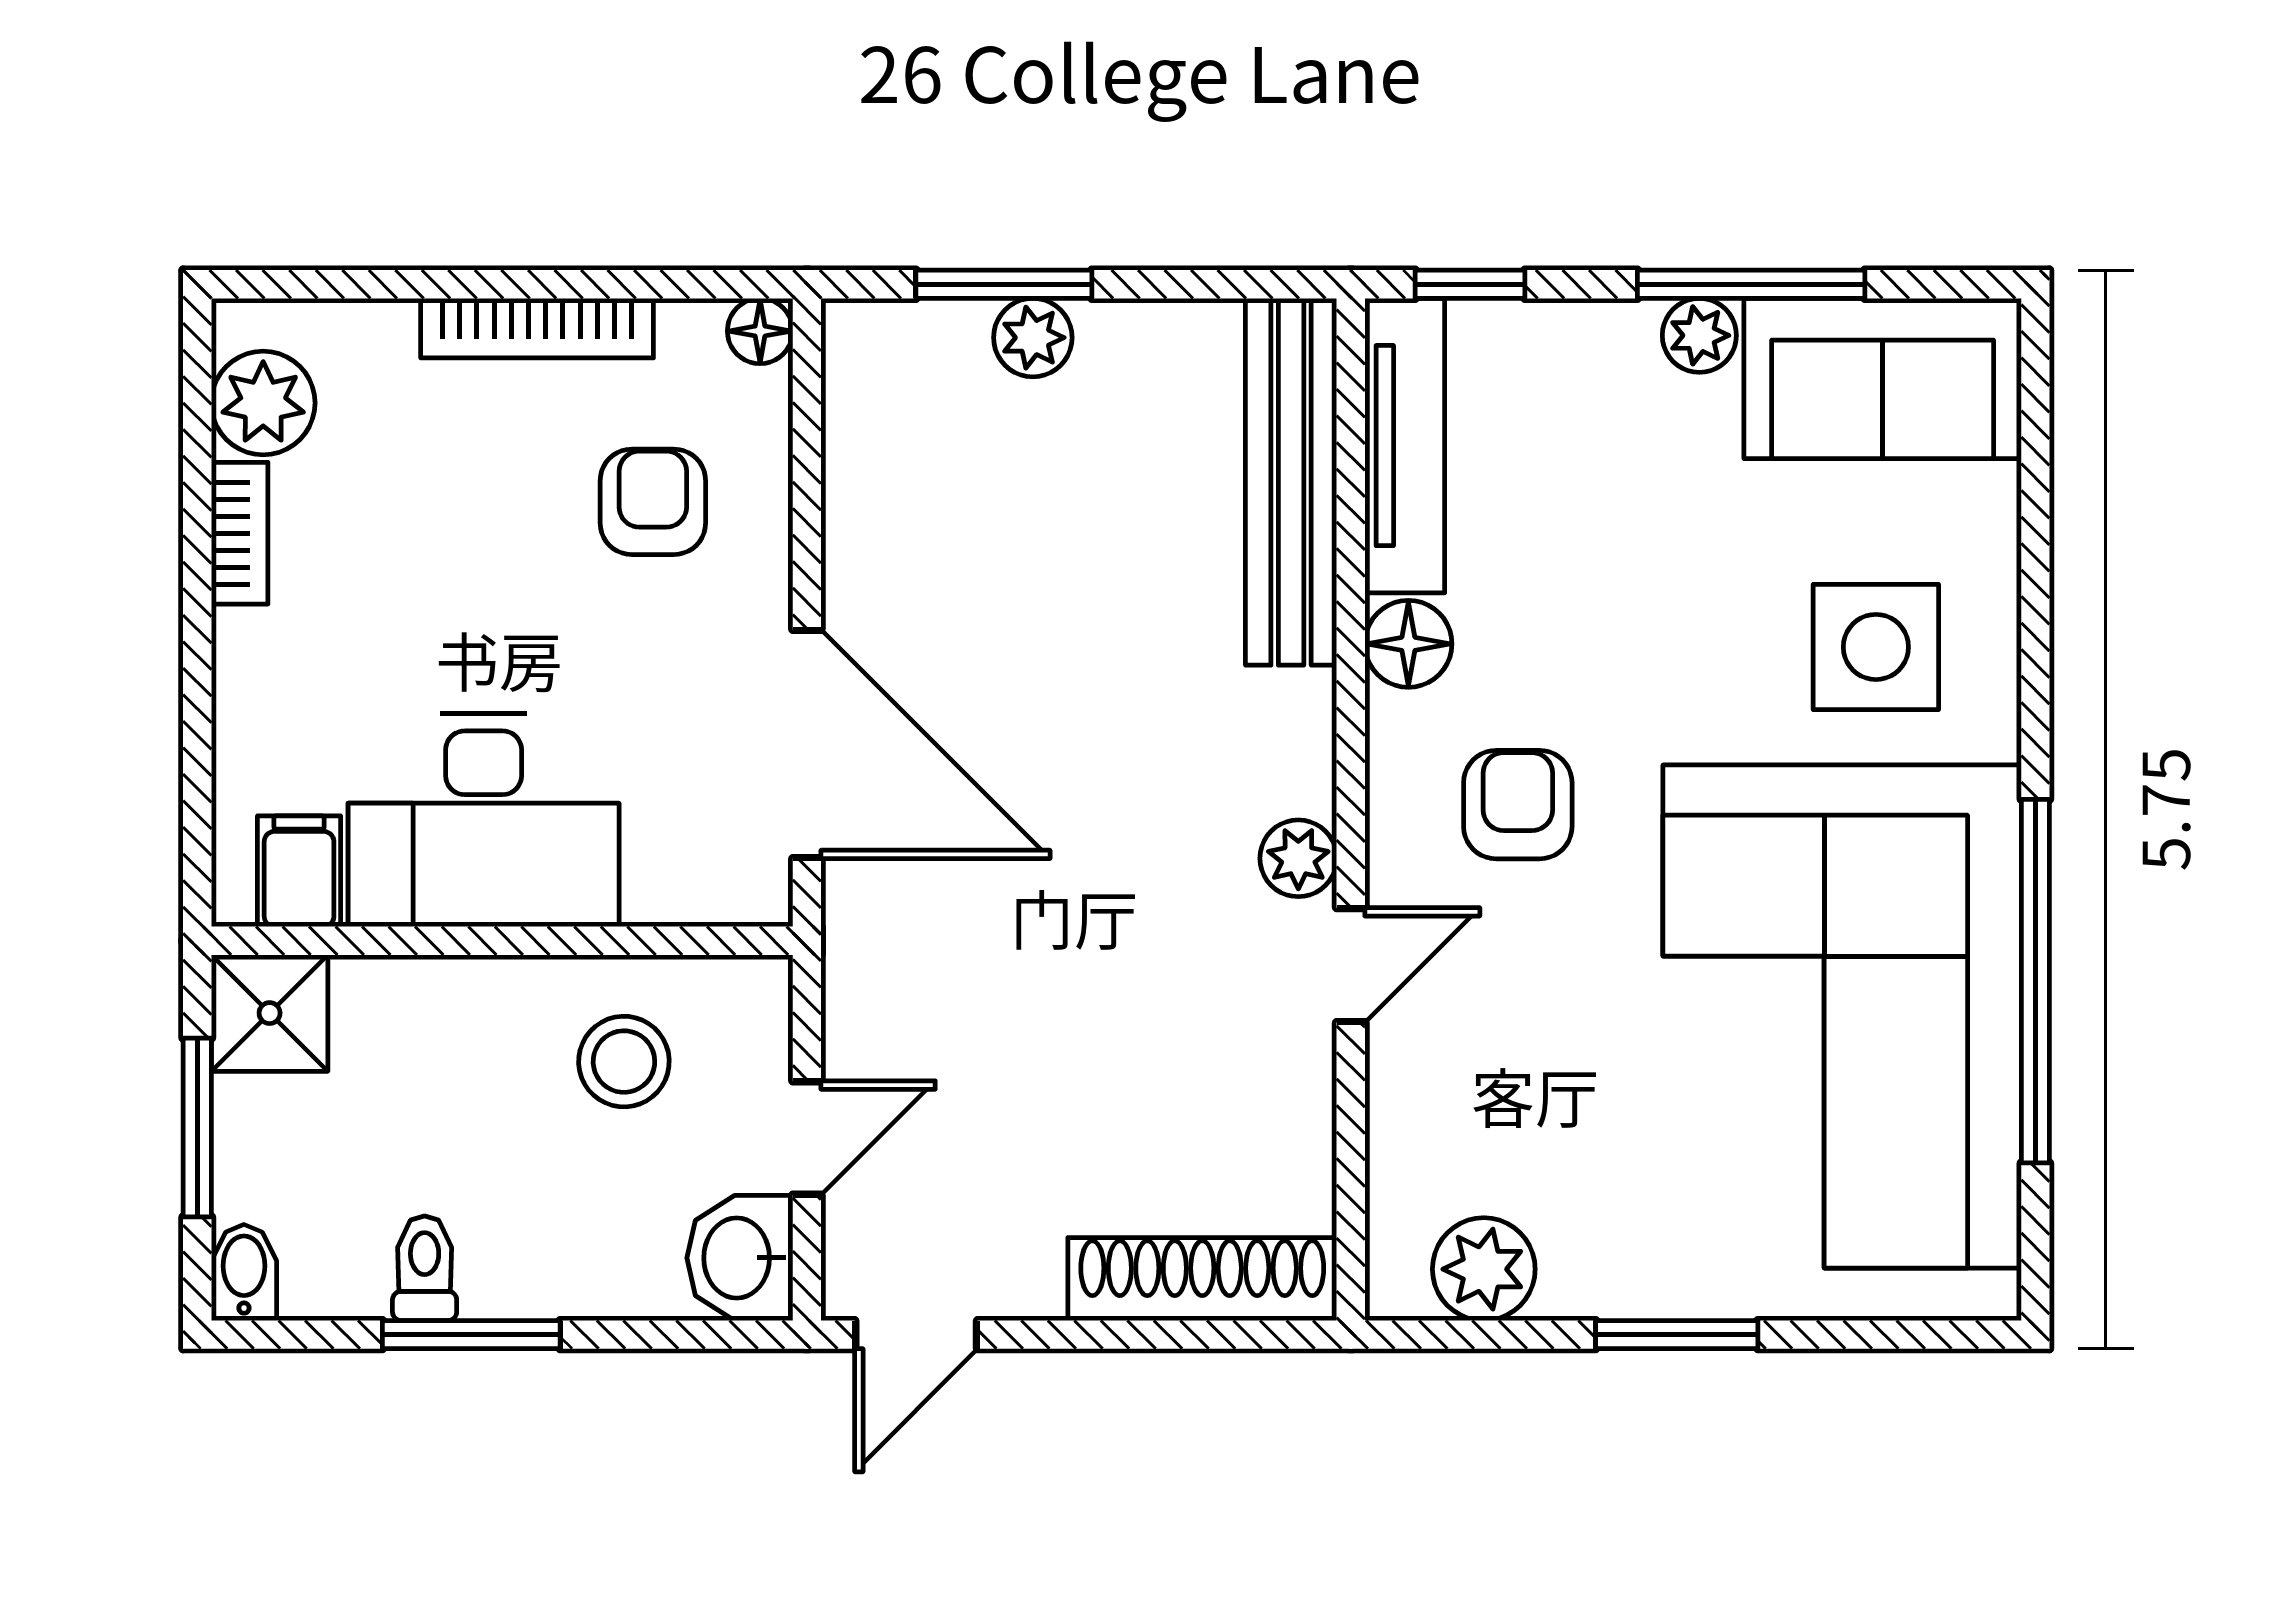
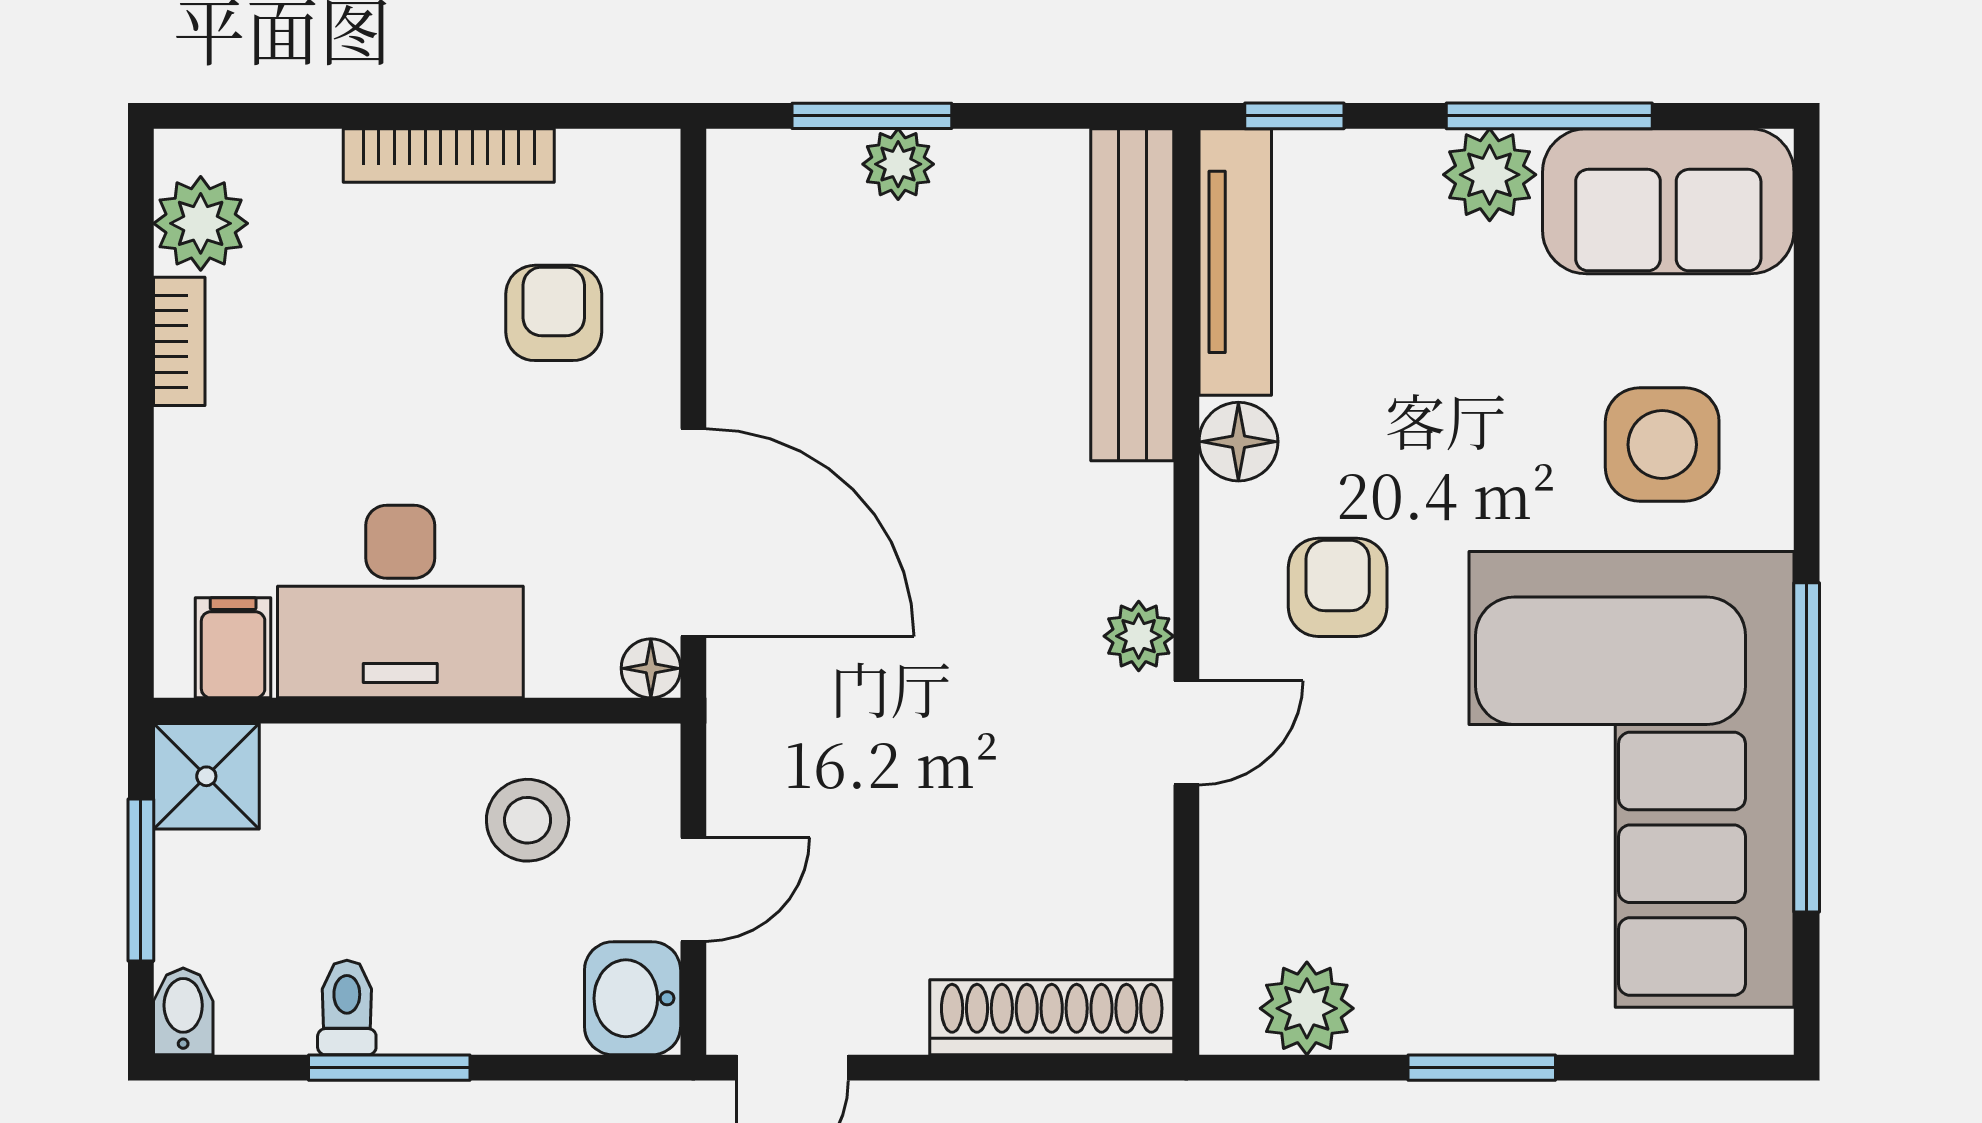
floor lamp: (760, 331) -> (651, 668), moved
plant: (1699, 335) -> (1490, 175), width x1.38, depth x1.38

